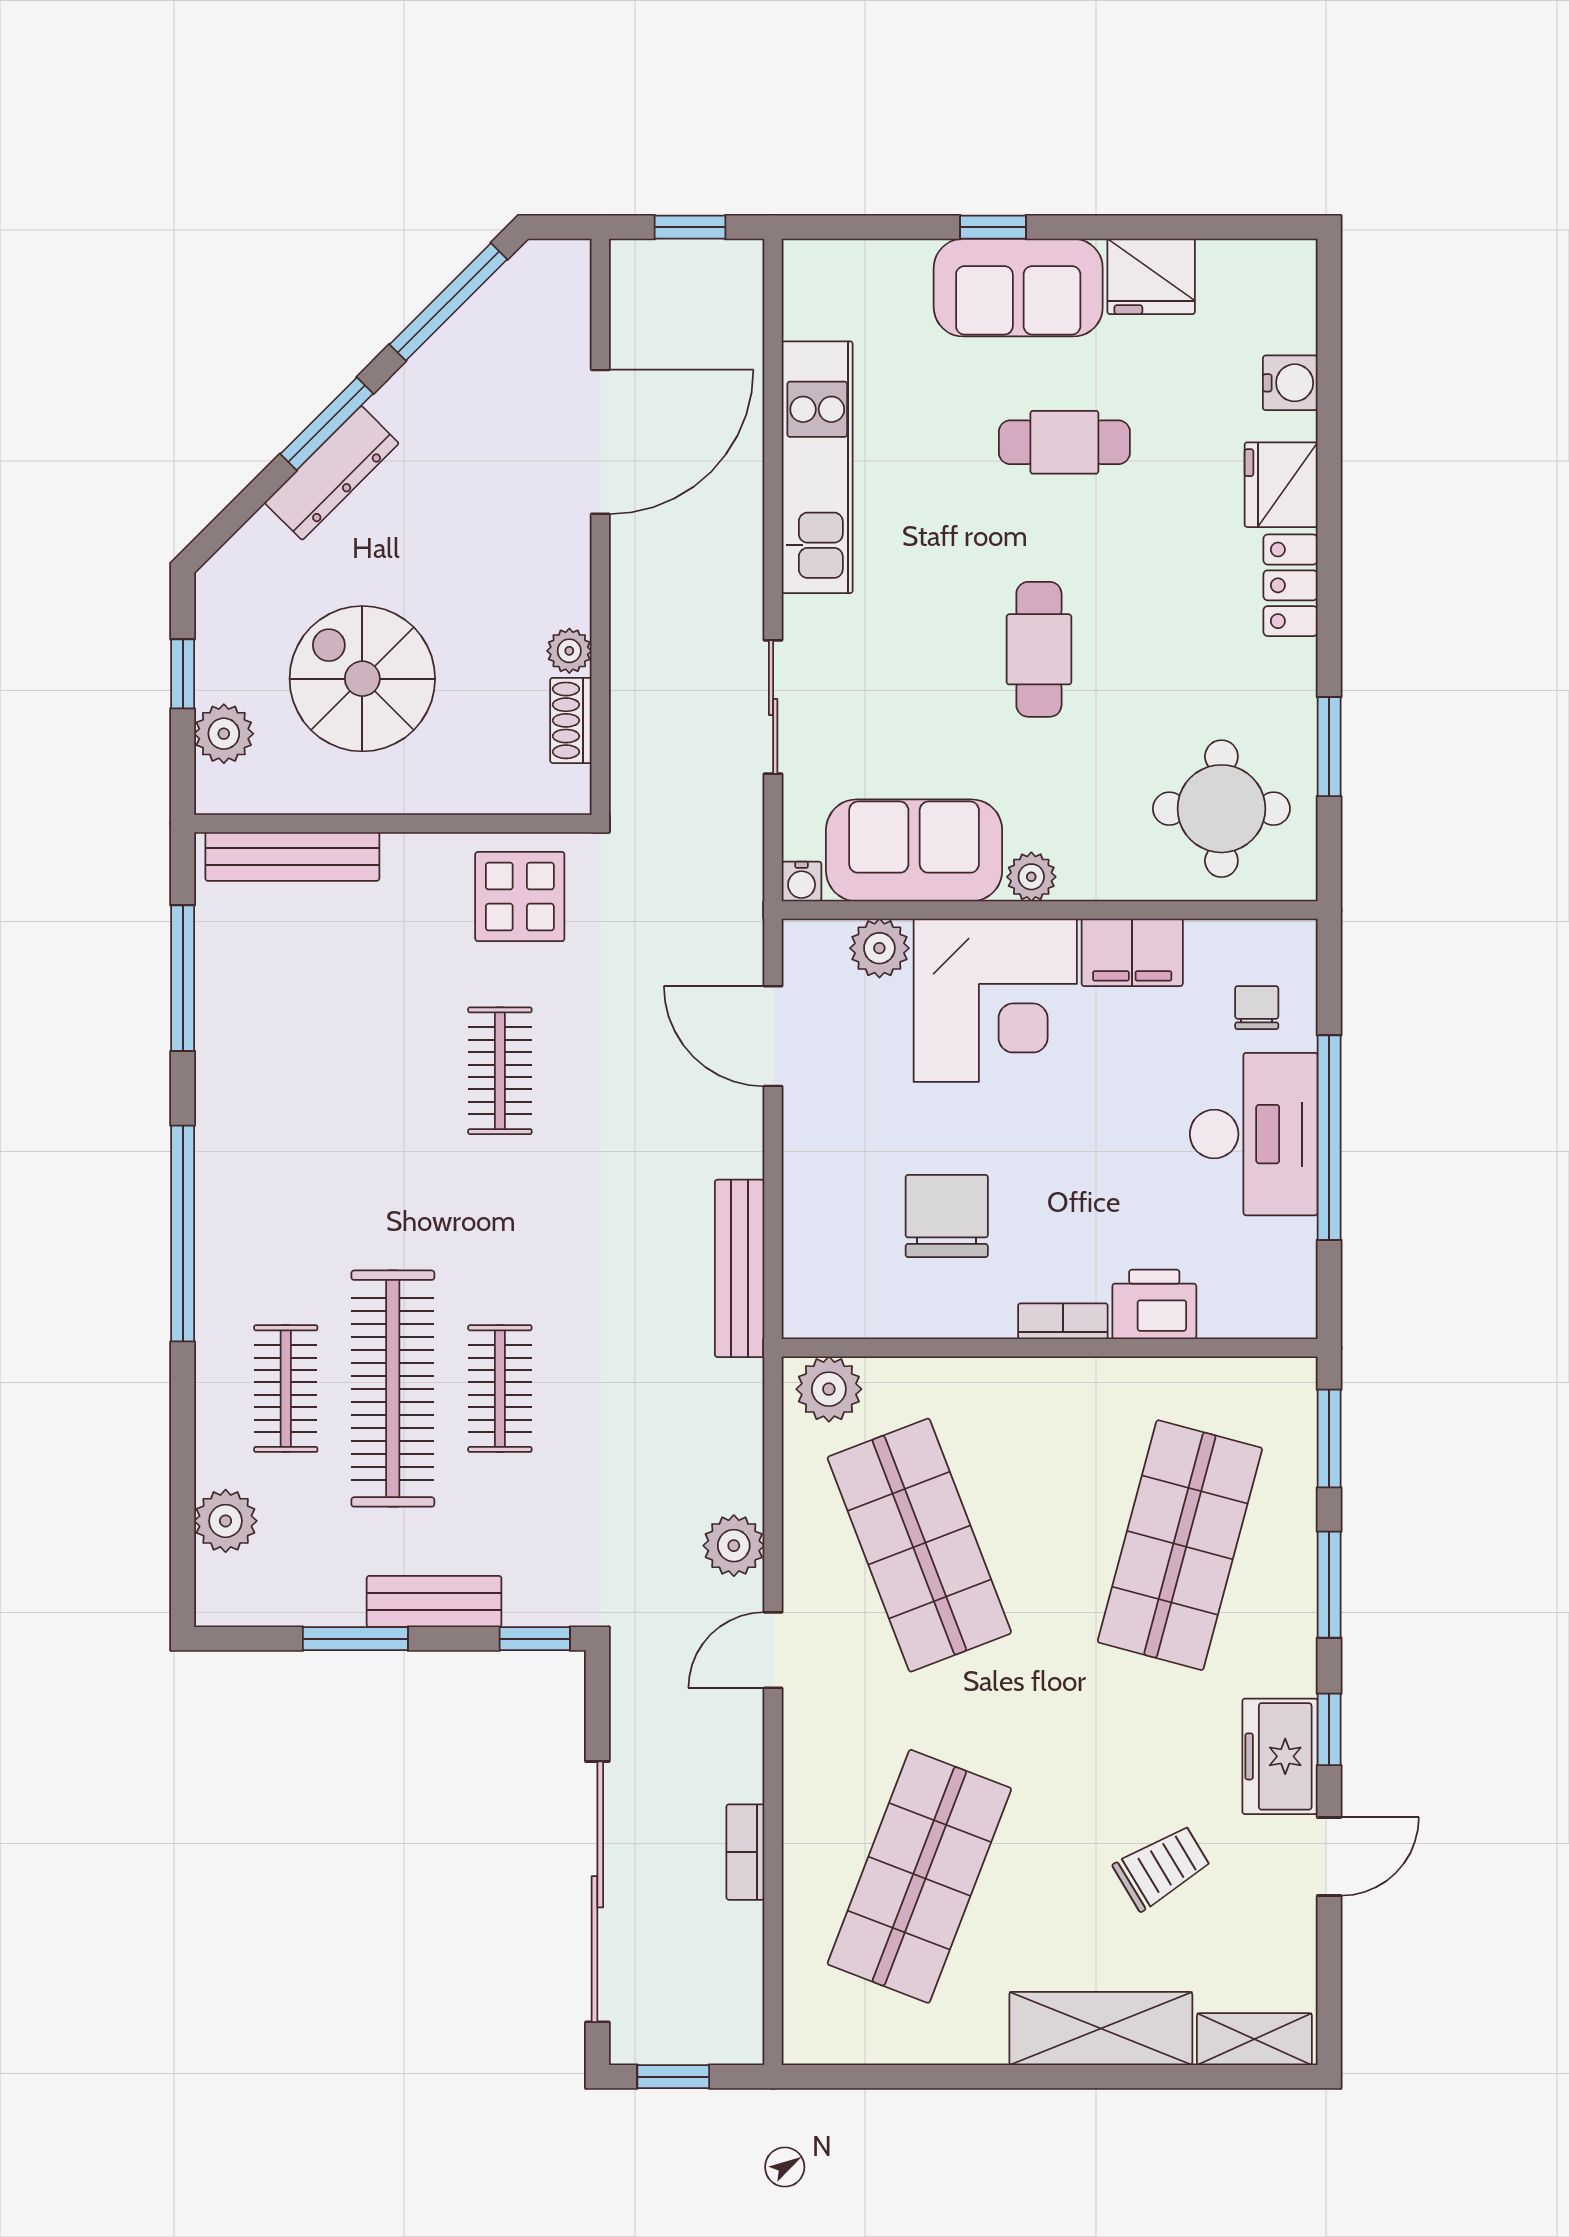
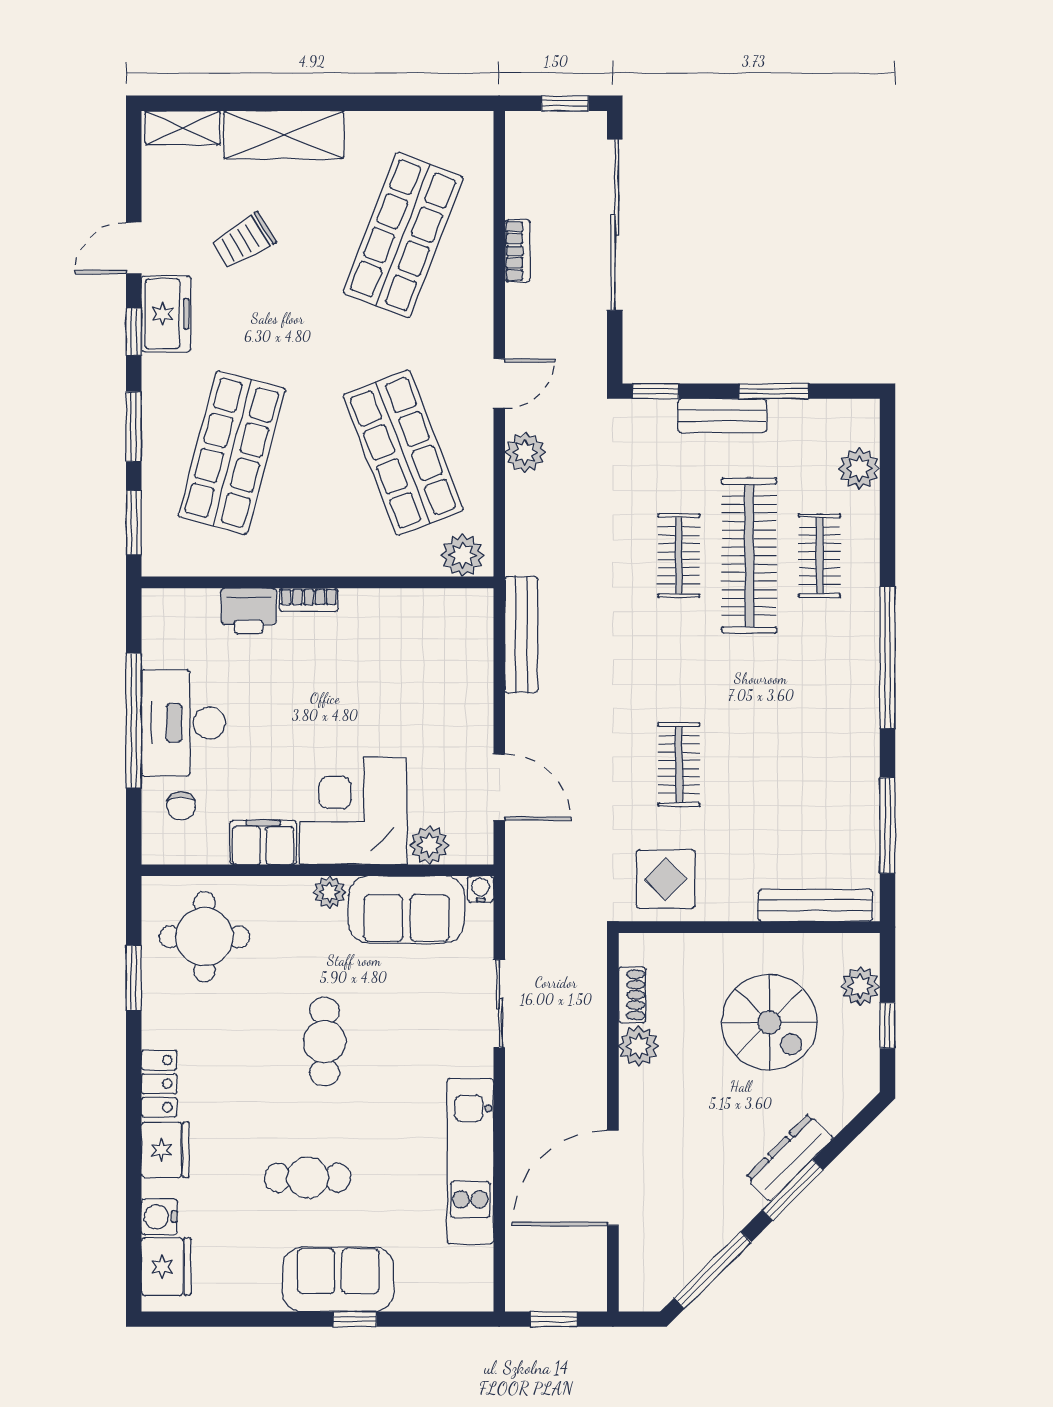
fridge: (1151, 276) -> (166, 1267), moved, turned 90
plant: (569, 651) -> (639, 1046), width x1.38, depth x1.38
chair: (947, 1216) -> (385, 669), removed

